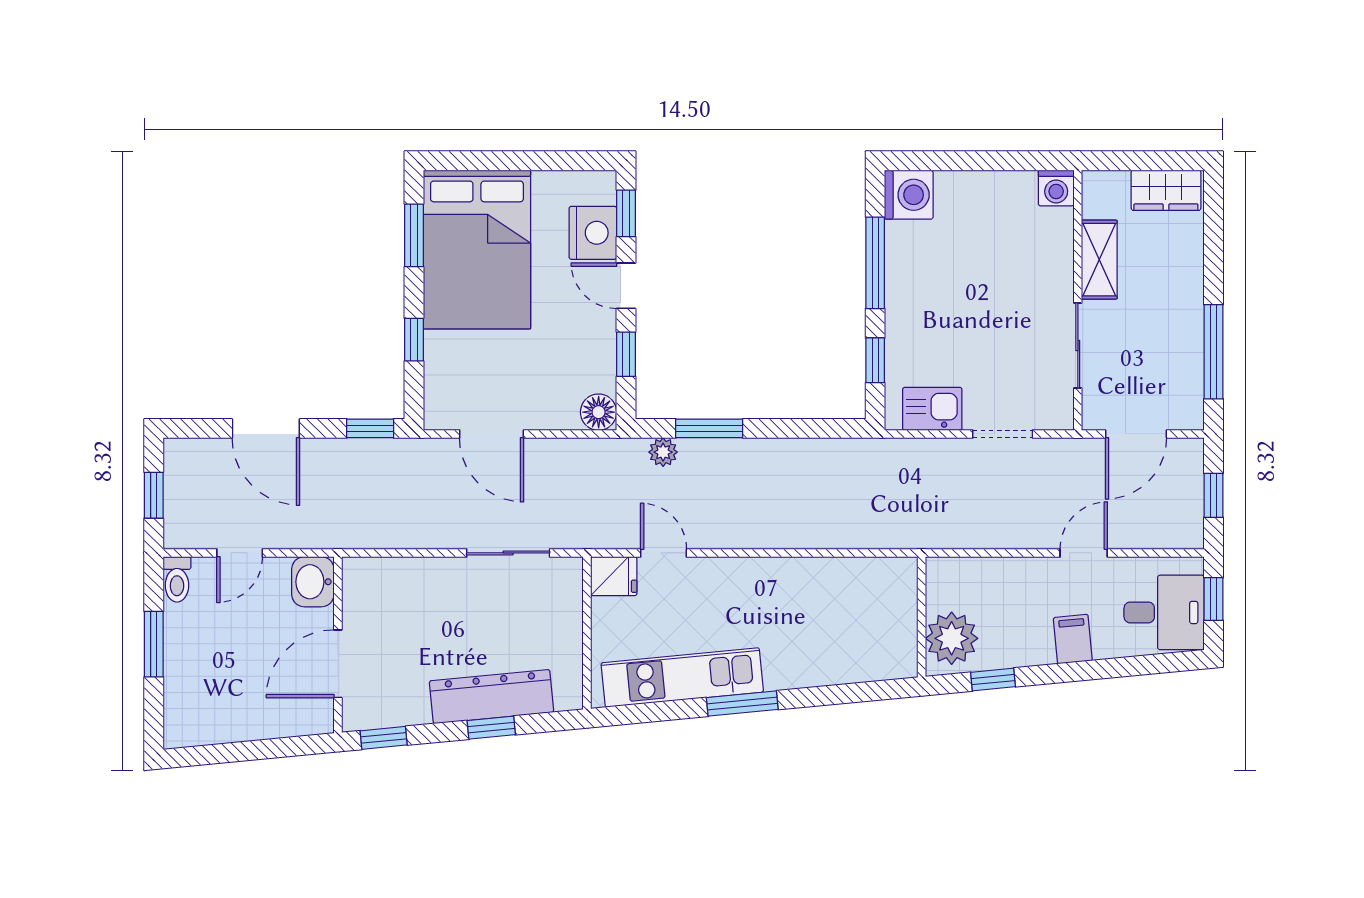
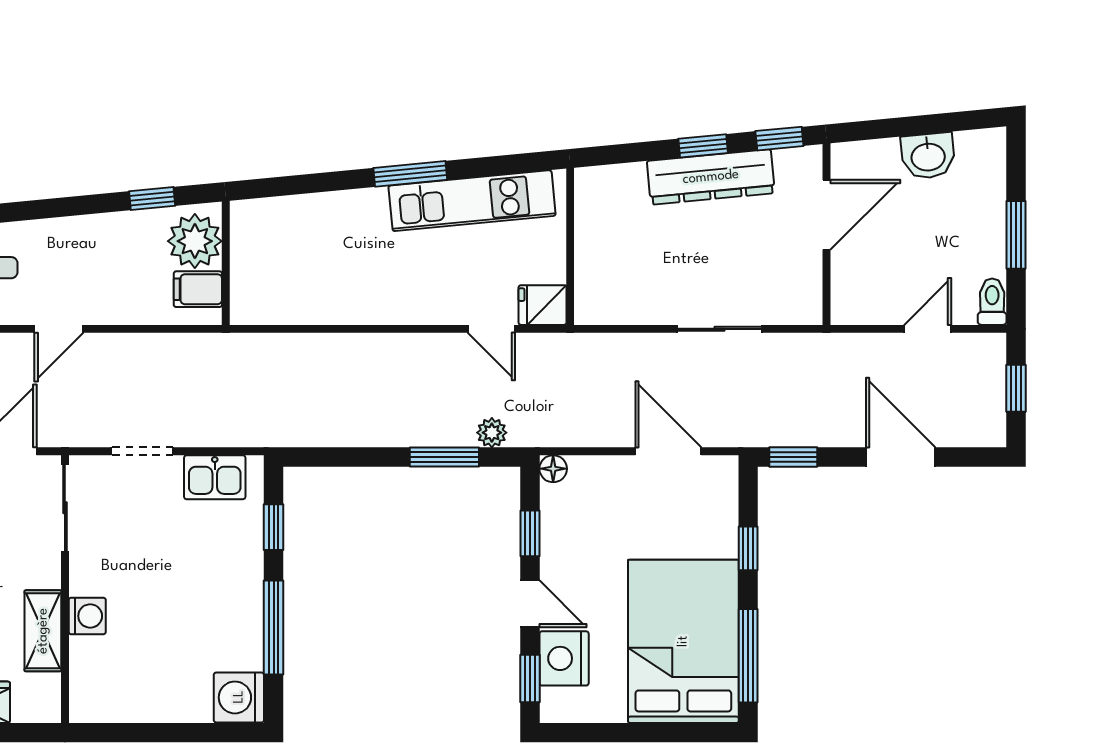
washing machine: (1056, 188) -> (87, 616), moved, turned 90
window: (414, 235) -> (748, 656), width x1.44
sliding door: (1078, 346) -> (65, 508), moved
floor lamp: (599, 412) -> (553, 469), width x0.73, depth x0.73
sliding door: (508, 553) -> (719, 329), moved
washbasin: (313, 582) -> (928, 156), moved, turned 85
filing cabinet: (1073, 639) -> (198, 289), moved, turned 95
dresser: (492, 697) -> (711, 177), moved
window: (491, 728) -> (703, 146), moved

